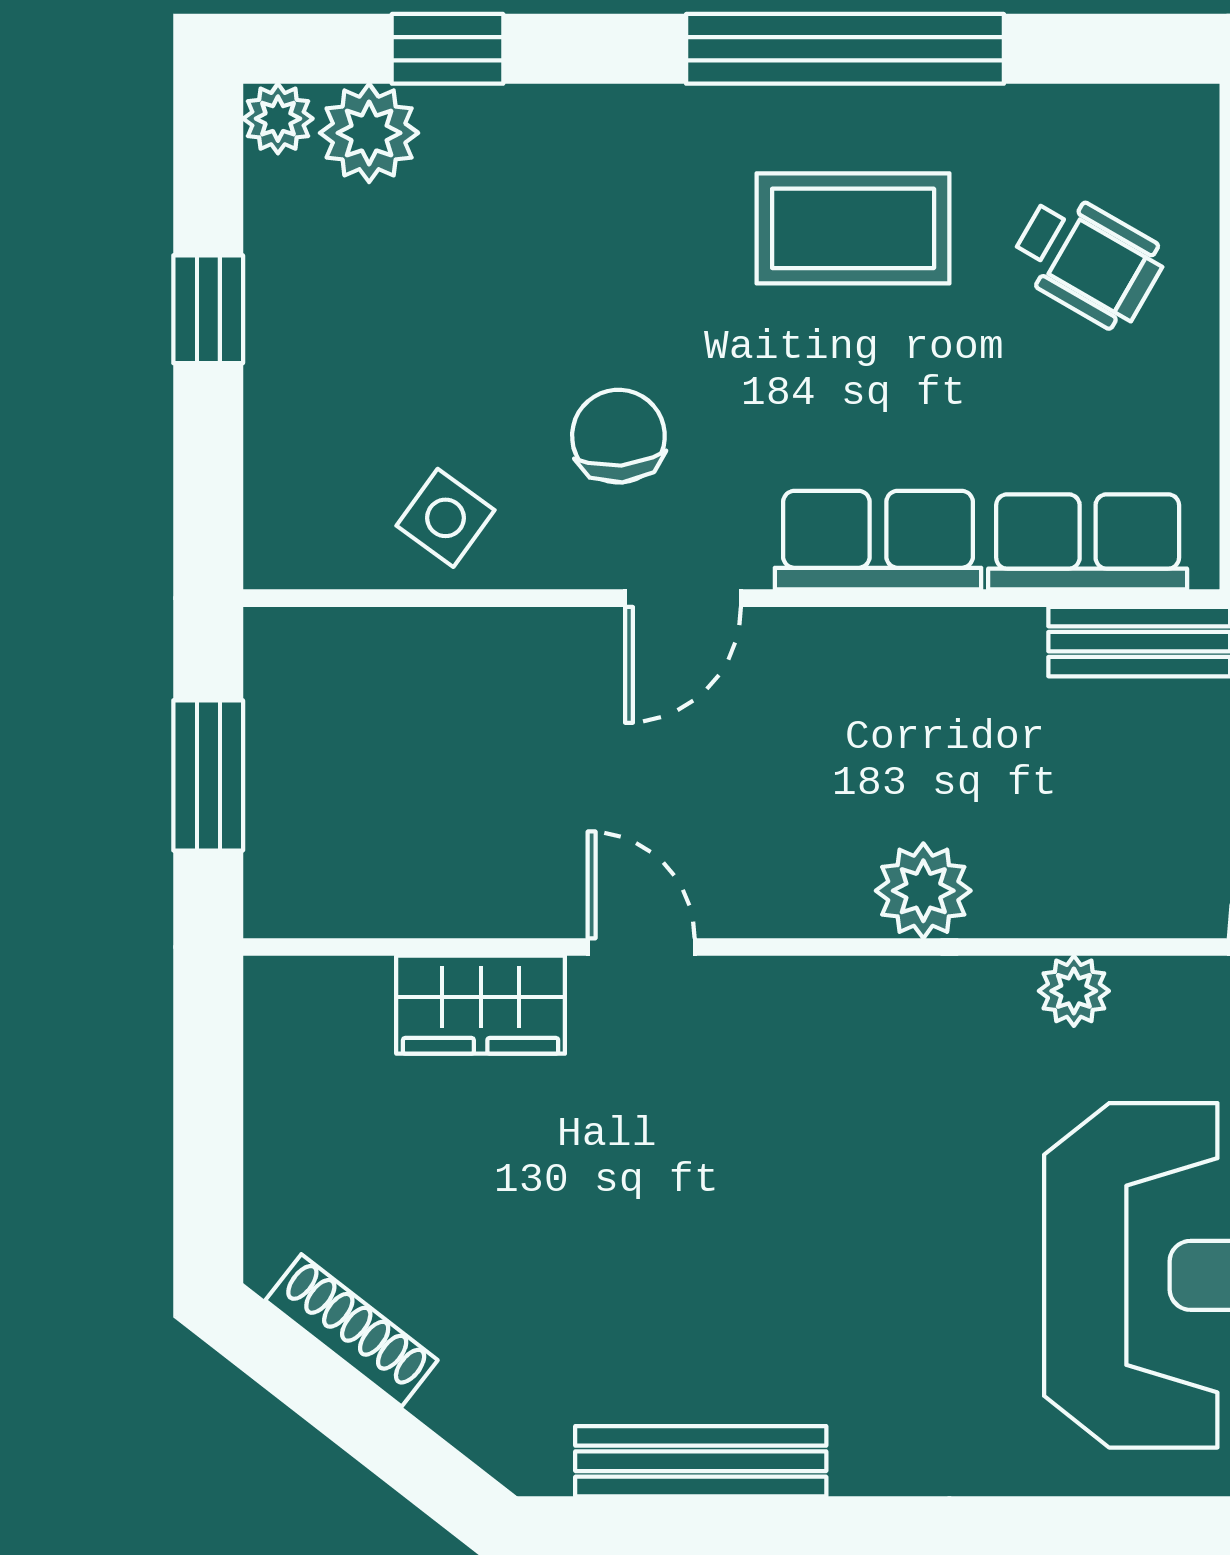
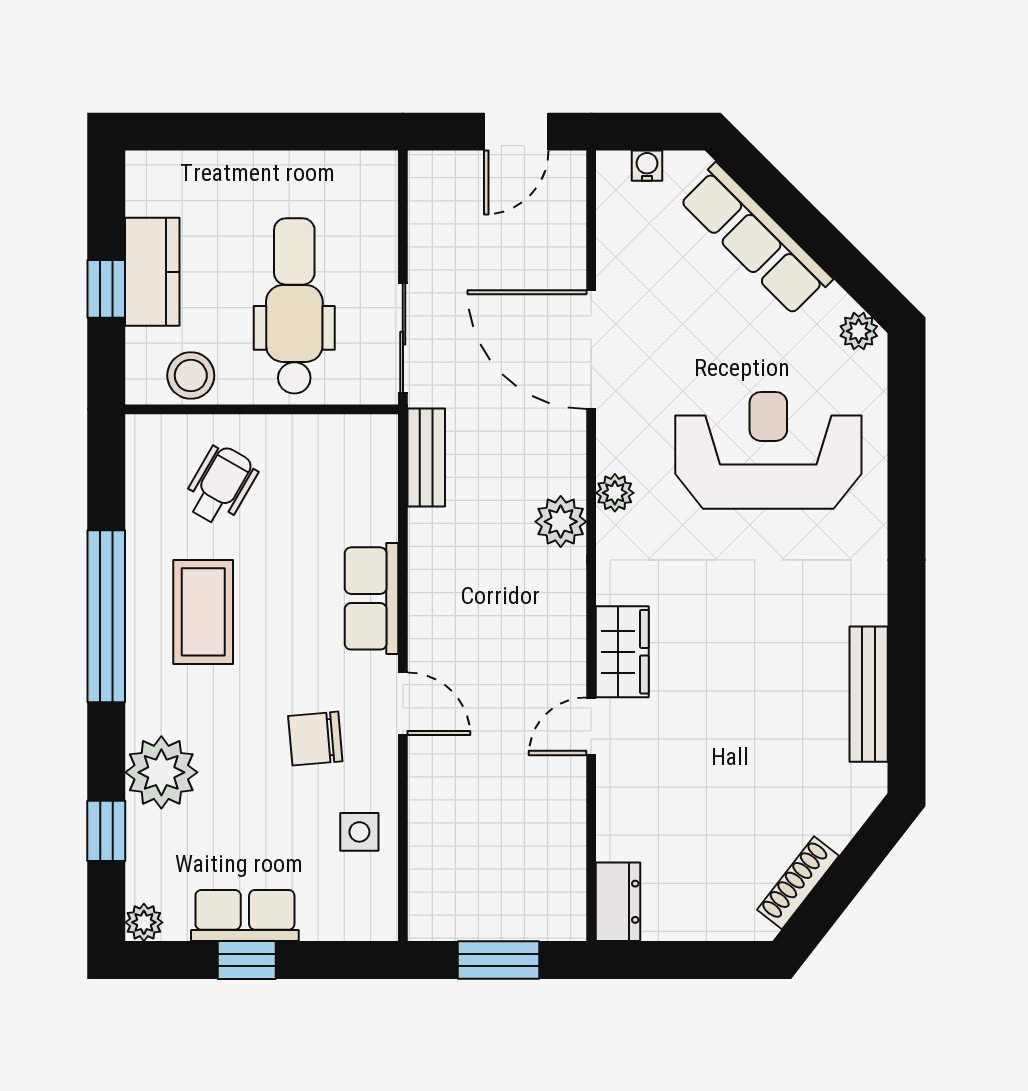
plant: (369, 133) -> (161, 772), moved, width x1.36, depth x1.36
side table: (446, 518) -> (359, 832), turned -36
row of seats: (1088, 542) -> (245, 915), moved, turned 90
plant: (923, 891) -> (561, 522), moved
dresser: (316, 997) -> (618, 902), added
wardrobe: (481, 1005) -> (622, 652), moved

